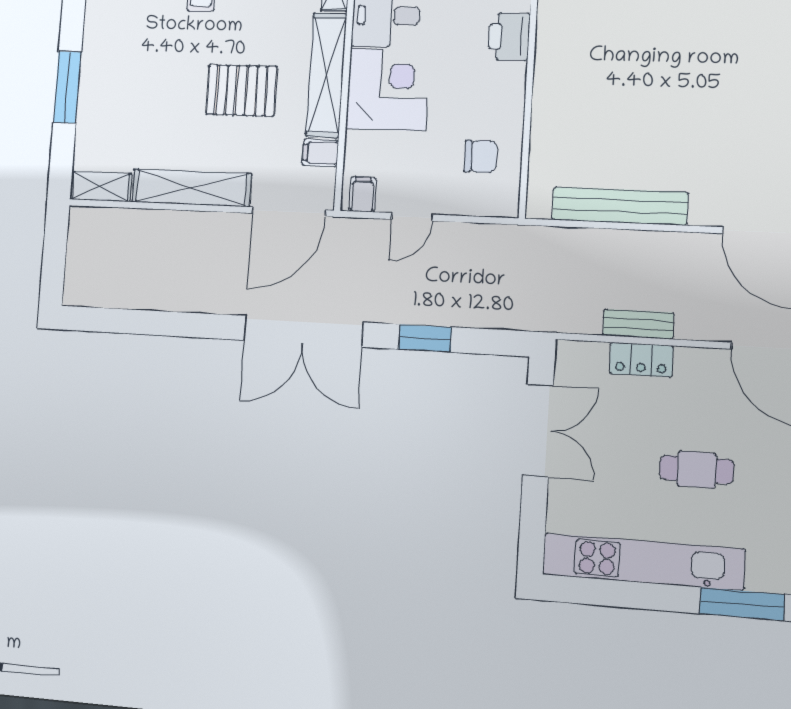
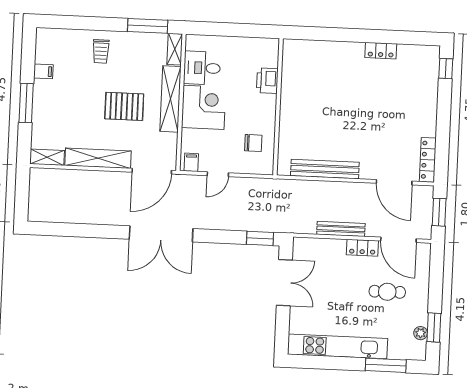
filing cabinet: (320, 153) -> (43, 71), moved, turned 180
bench: (638, 324) -> (341, 229), width x1.36
window: (425, 338) -> (260, 238), moved
locker: (641, 360) -> (362, 248), moved
cafe table: (697, 470) -> (387, 292), moved

